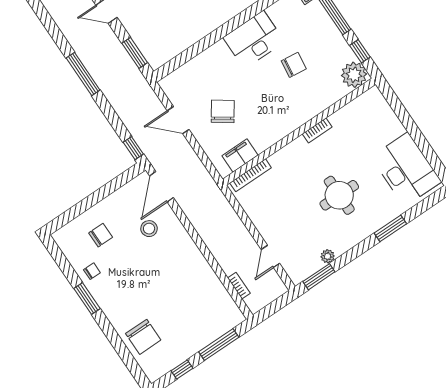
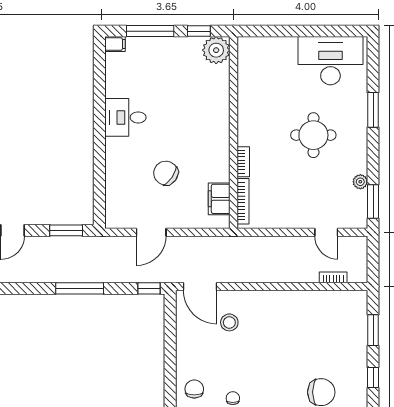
desk: (254, 40) -> (125, 117), width x0.73
chair: (294, 65) -> (171, 97), removed
window: (83, 74) -> (80, 288), moved
chair: (223, 111) -> (166, 173), moved
bookcase: (317, 130) -> (243, 162), moved
chair: (101, 235) -> (194, 389), moved
window: (219, 344) -> (373, 330), width x0.69

